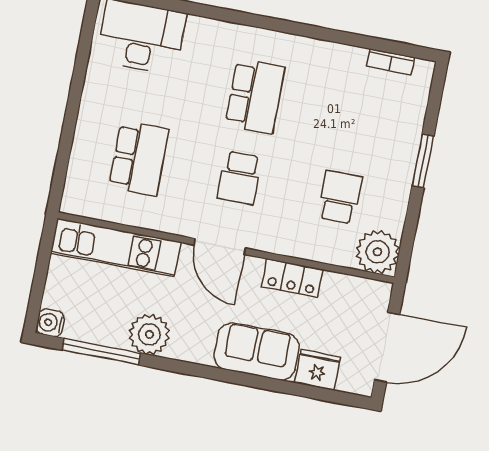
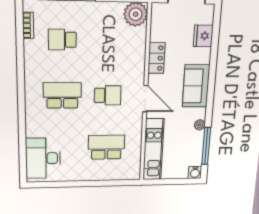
school desk: (340, 197) -> (62, 40), moved
door: (220, 246) -> (145, 99), hinge flipped
plant: (149, 334) -> (200, 125), width x0.53, depth x0.53
sofa: (257, 352) -> (196, 86), moved

